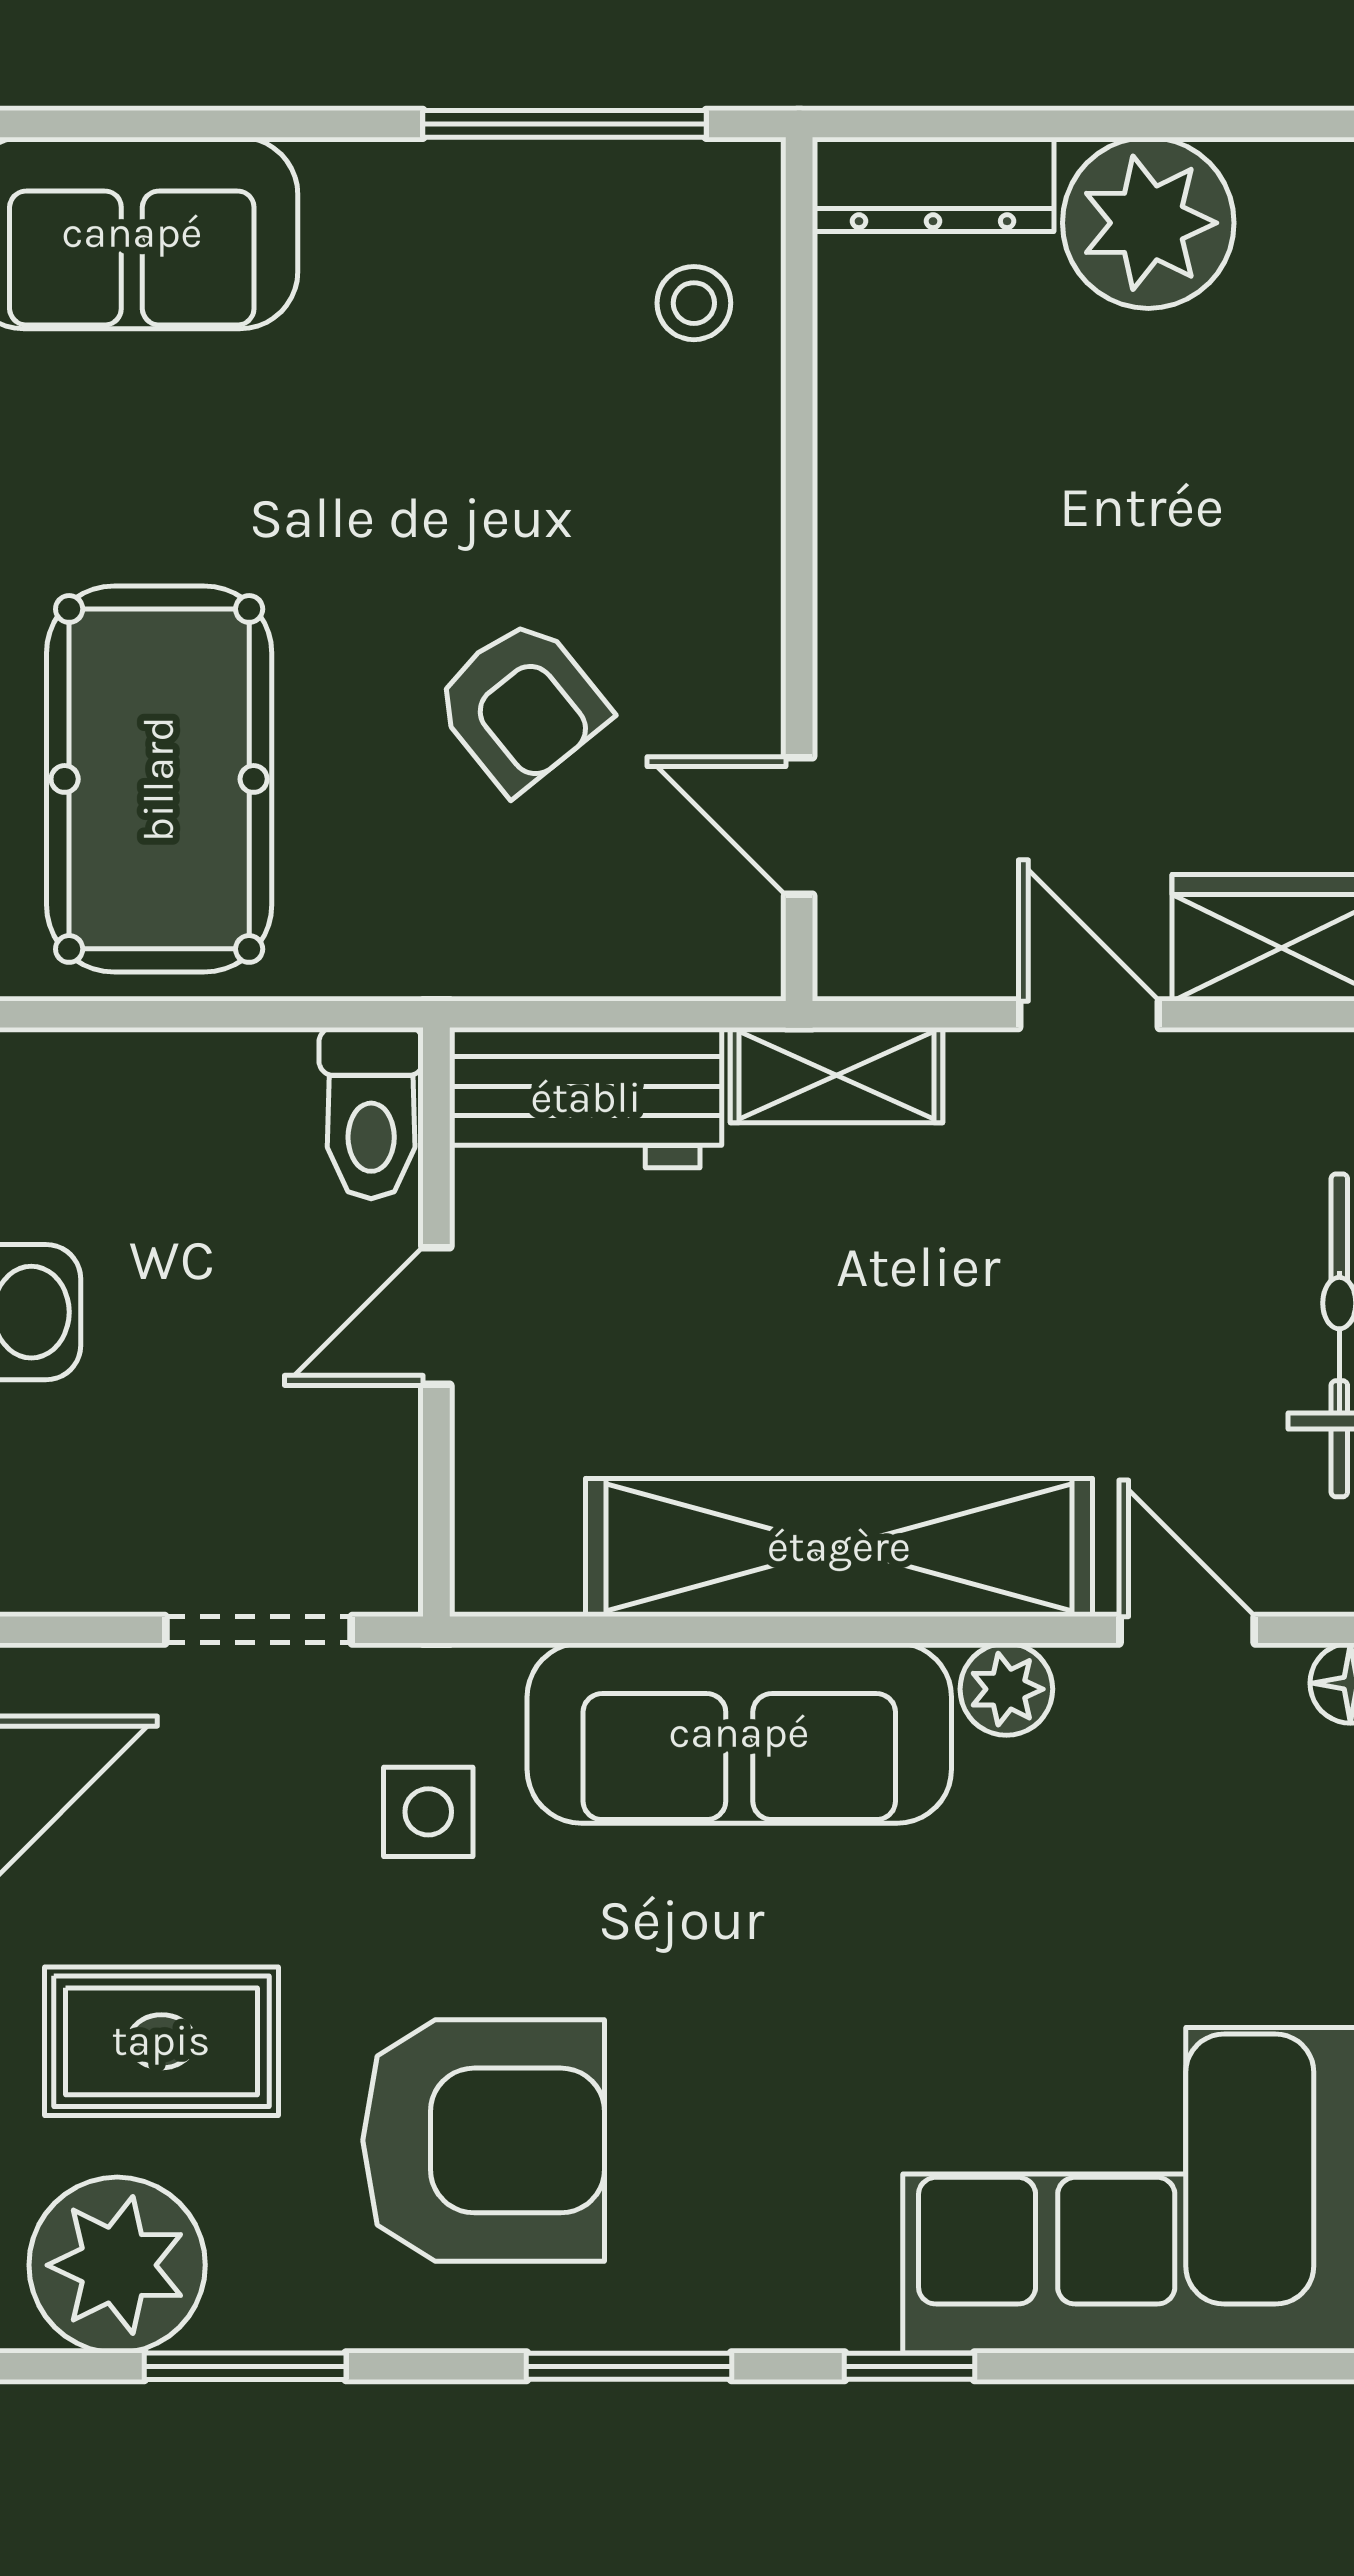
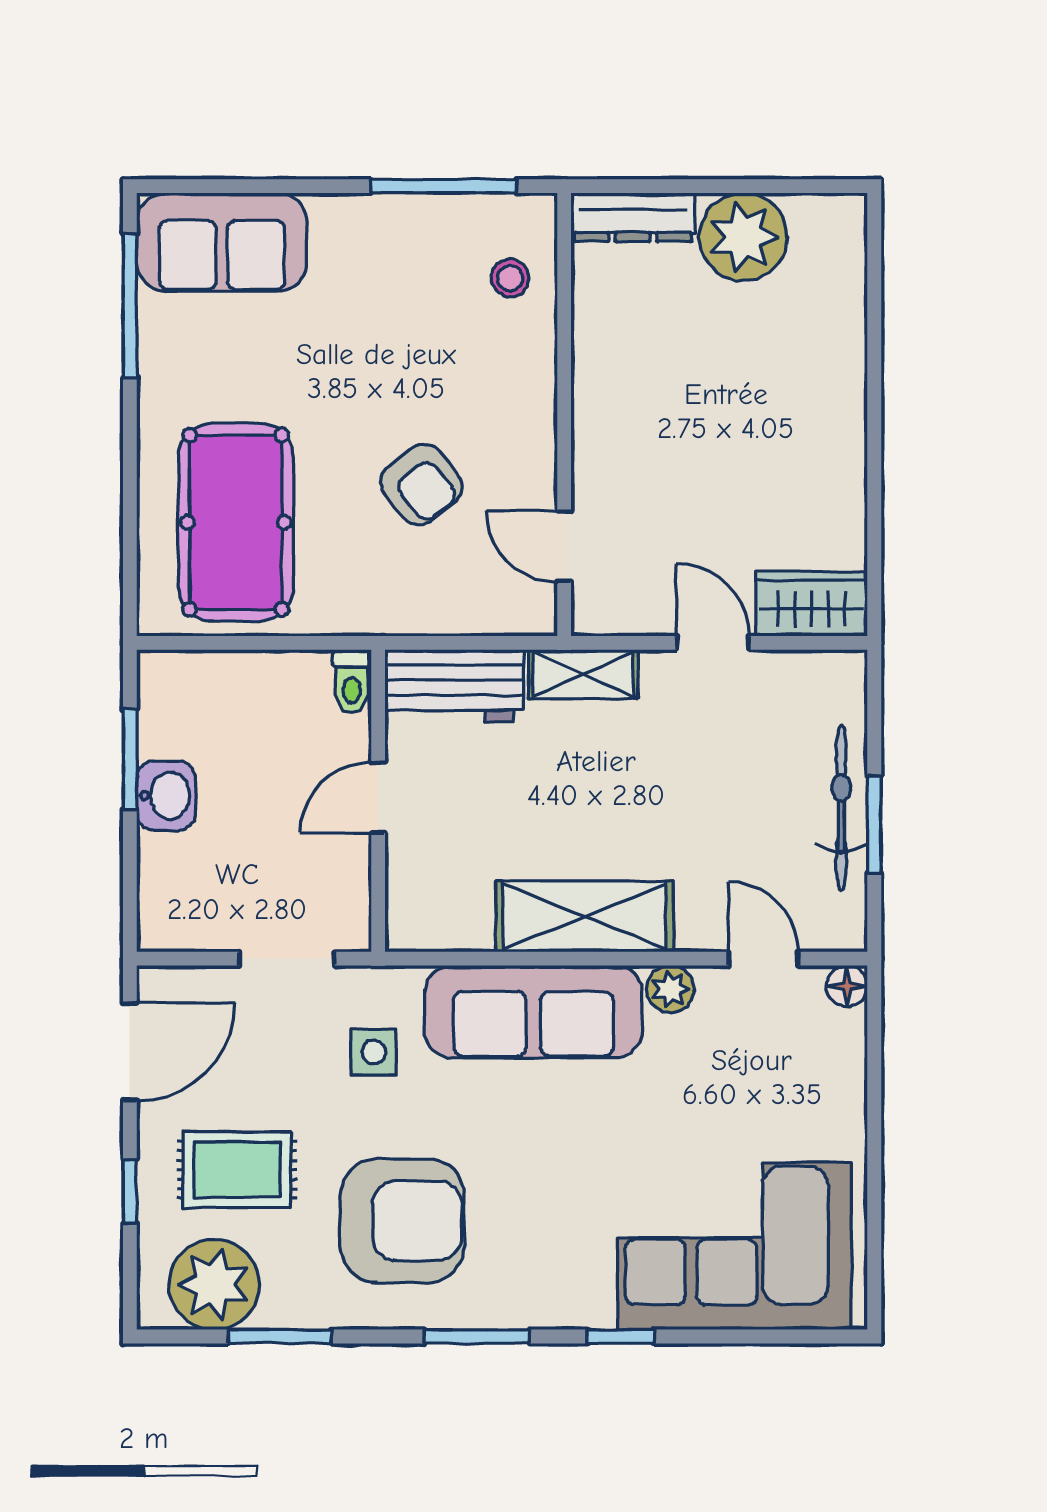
toilet: (371, 1113) -> (352, 681), width x0.73, depth x0.72
shelving: (839, 1547) -> (585, 916), width x0.68

